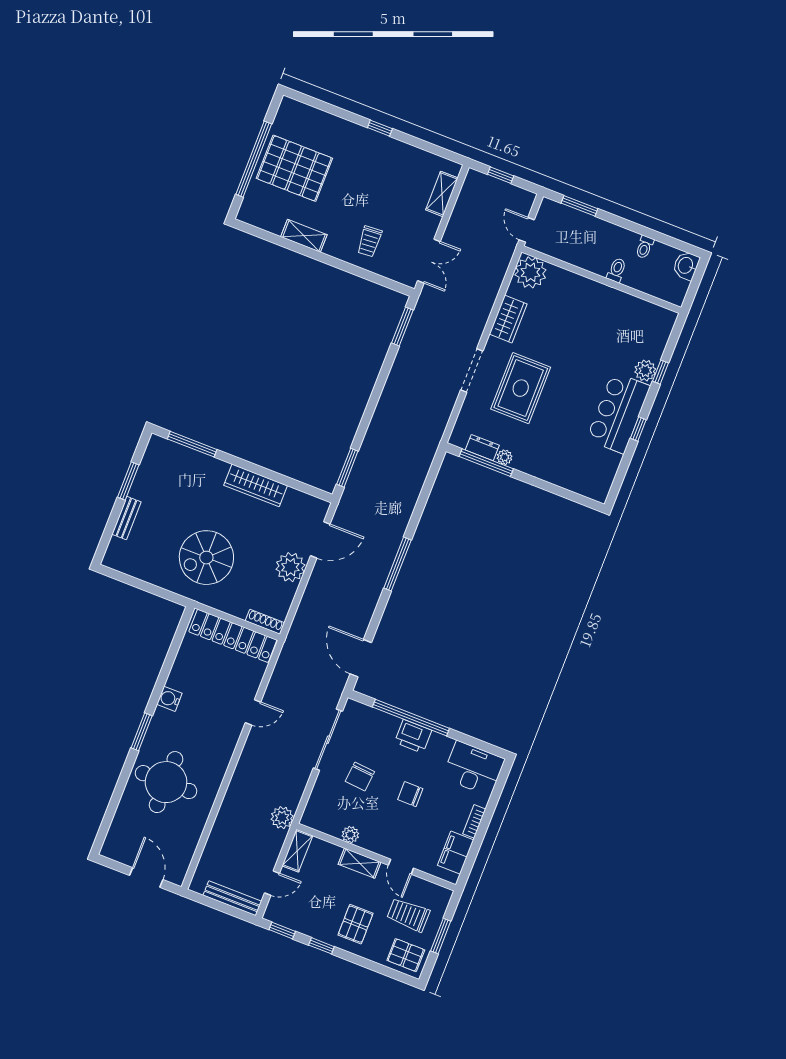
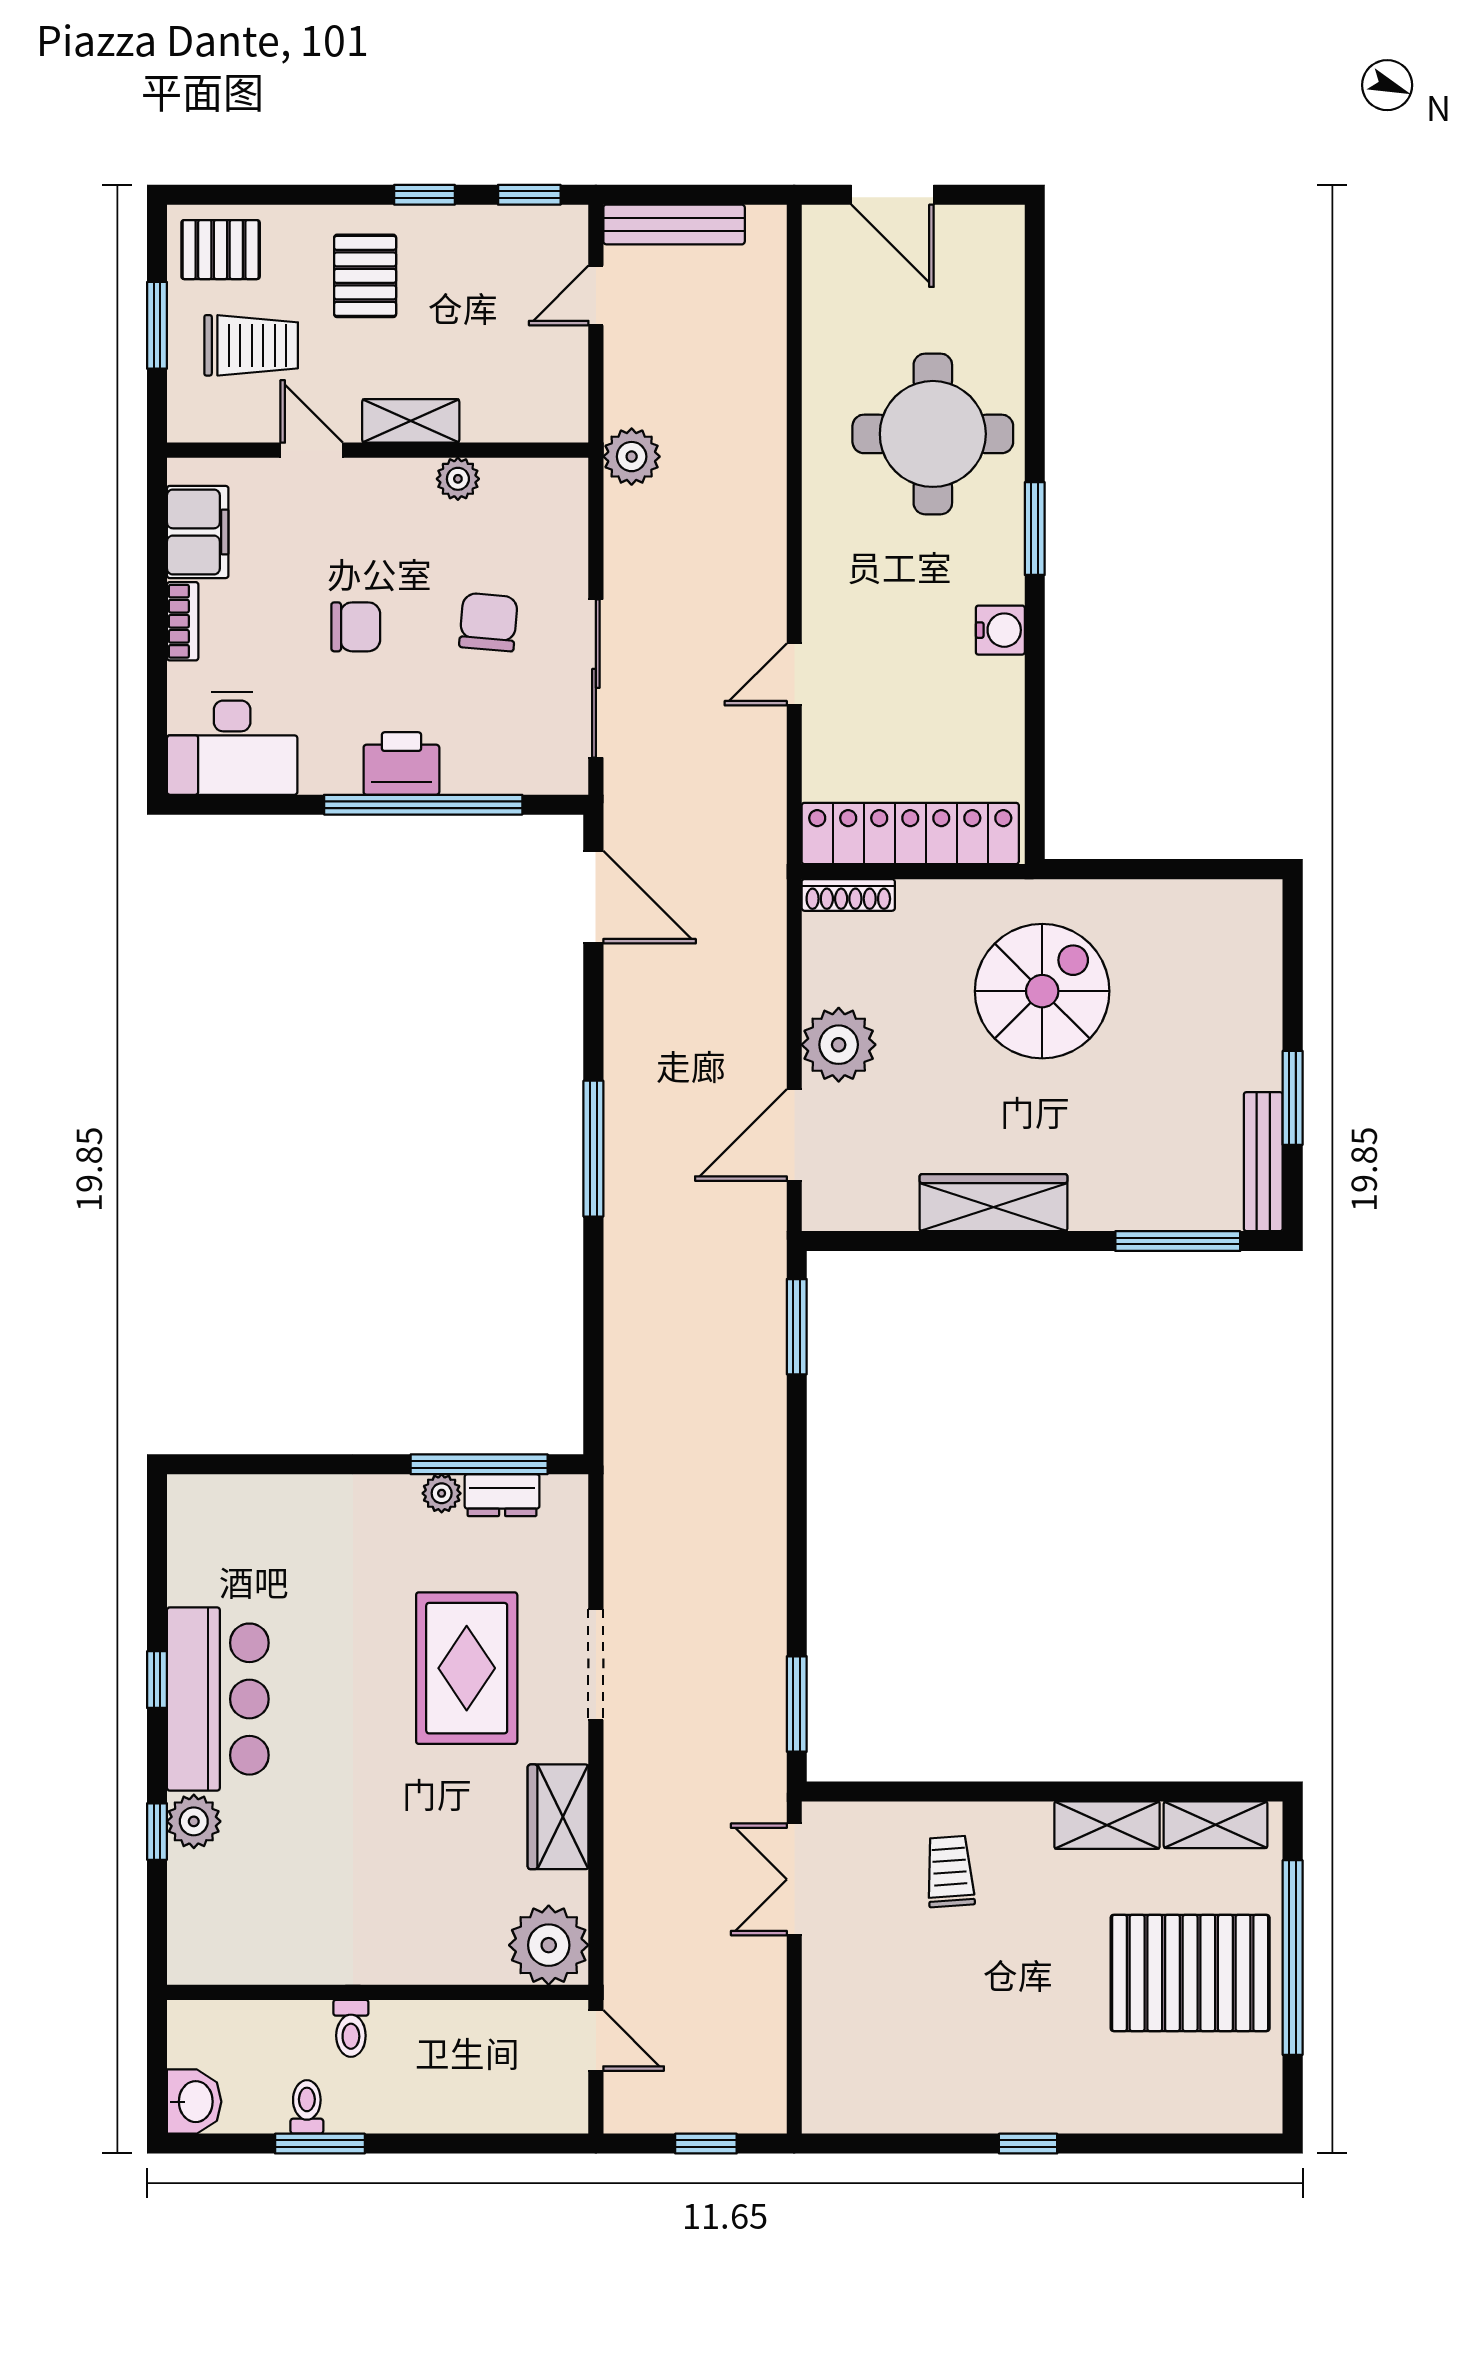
shelving: (442, 194) -> (1216, 1825), moved, turned 90
window: (579, 206) -> (320, 2144), moved
bench: (126, 518) -> (1263, 1162), moved, width x1.36
shelving: (297, 851) -> (566, 394), removed

